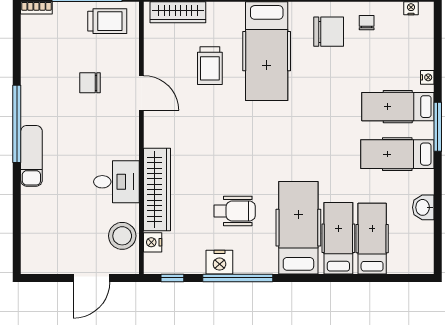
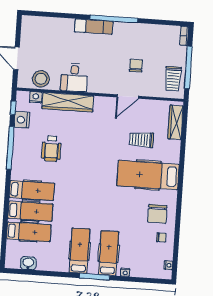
washbasin: (423, 207) -> (28, 263), moved
hospital bed: (298, 228) -> (32, 190), width x0.73, depth x0.78
nightstand: (219, 262) -> (22, 120), moved

